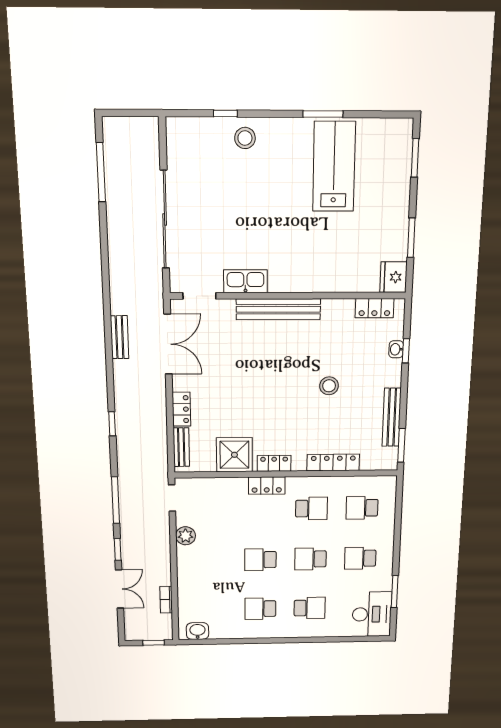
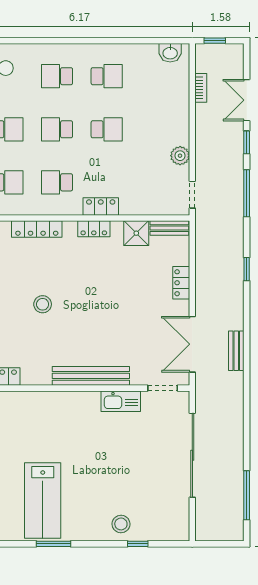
bench: (181, 447) -> (169, 228), moved, turned 90
shower: (234, 455) -> (136, 233), width x0.73, depth x0.73
school desk: (310, 559) -> (57, 129), turned 180

